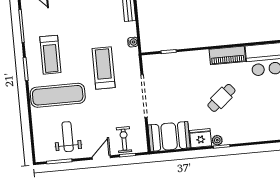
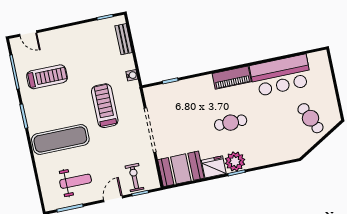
treadmill: (50, 55) -> (47, 77), moved, turned -90
cafe table: (221, 98) -> (231, 123), turned 40
weight bench: (68, 137) -> (76, 181), turned 90
plant: (217, 140) -> (235, 161), width x1.88, depth x1.88

